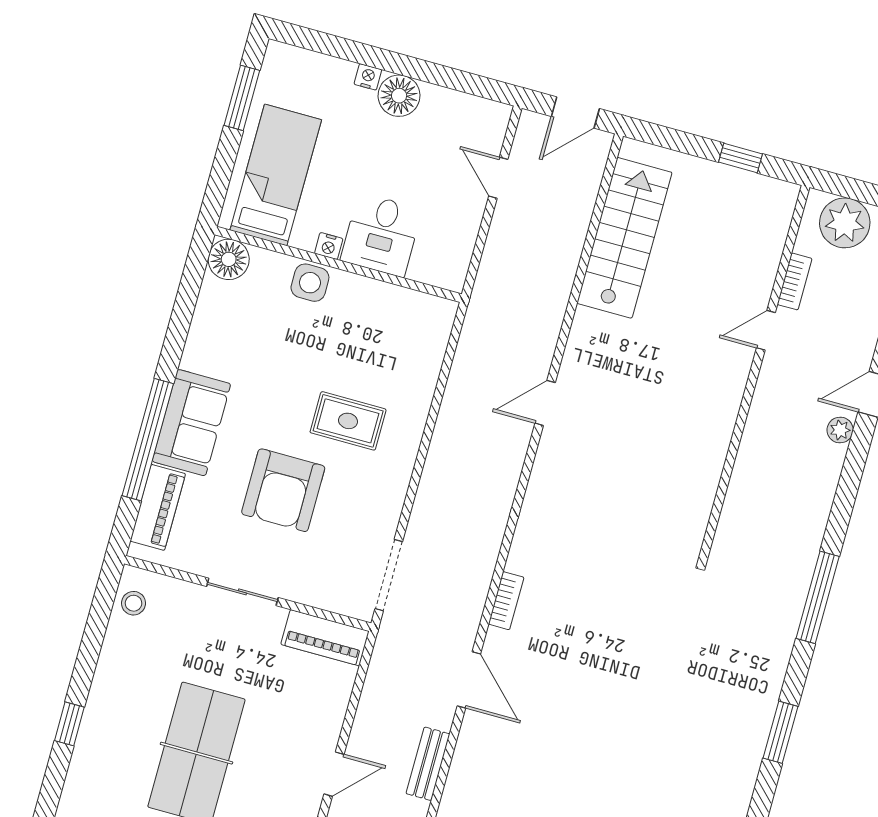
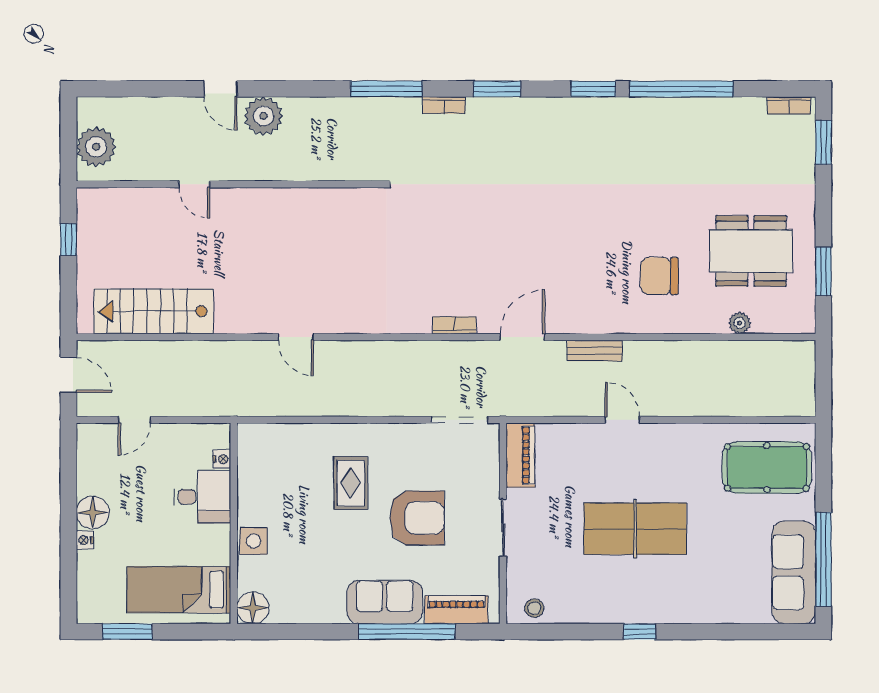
nightstand: (329, 246) -> (222, 459), moved
bookcase: (795, 281) -> (444, 105), moved, turned 180
plant: (840, 430) -> (264, 116), width x1.88, depth x1.88

